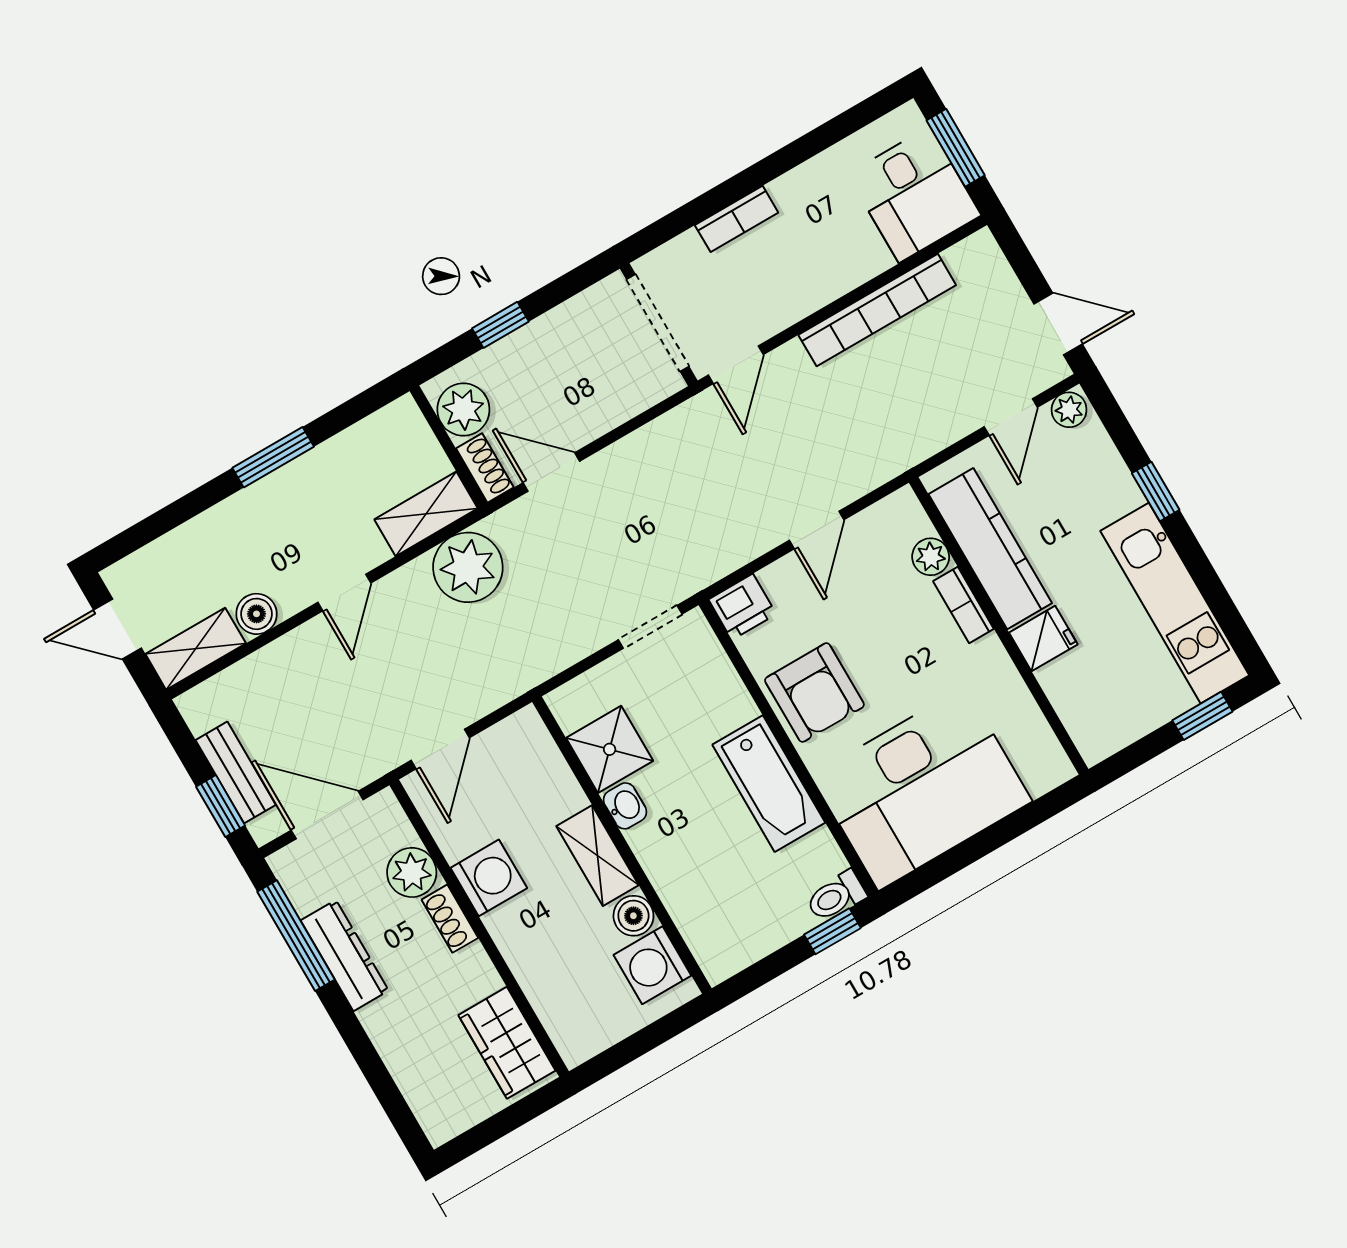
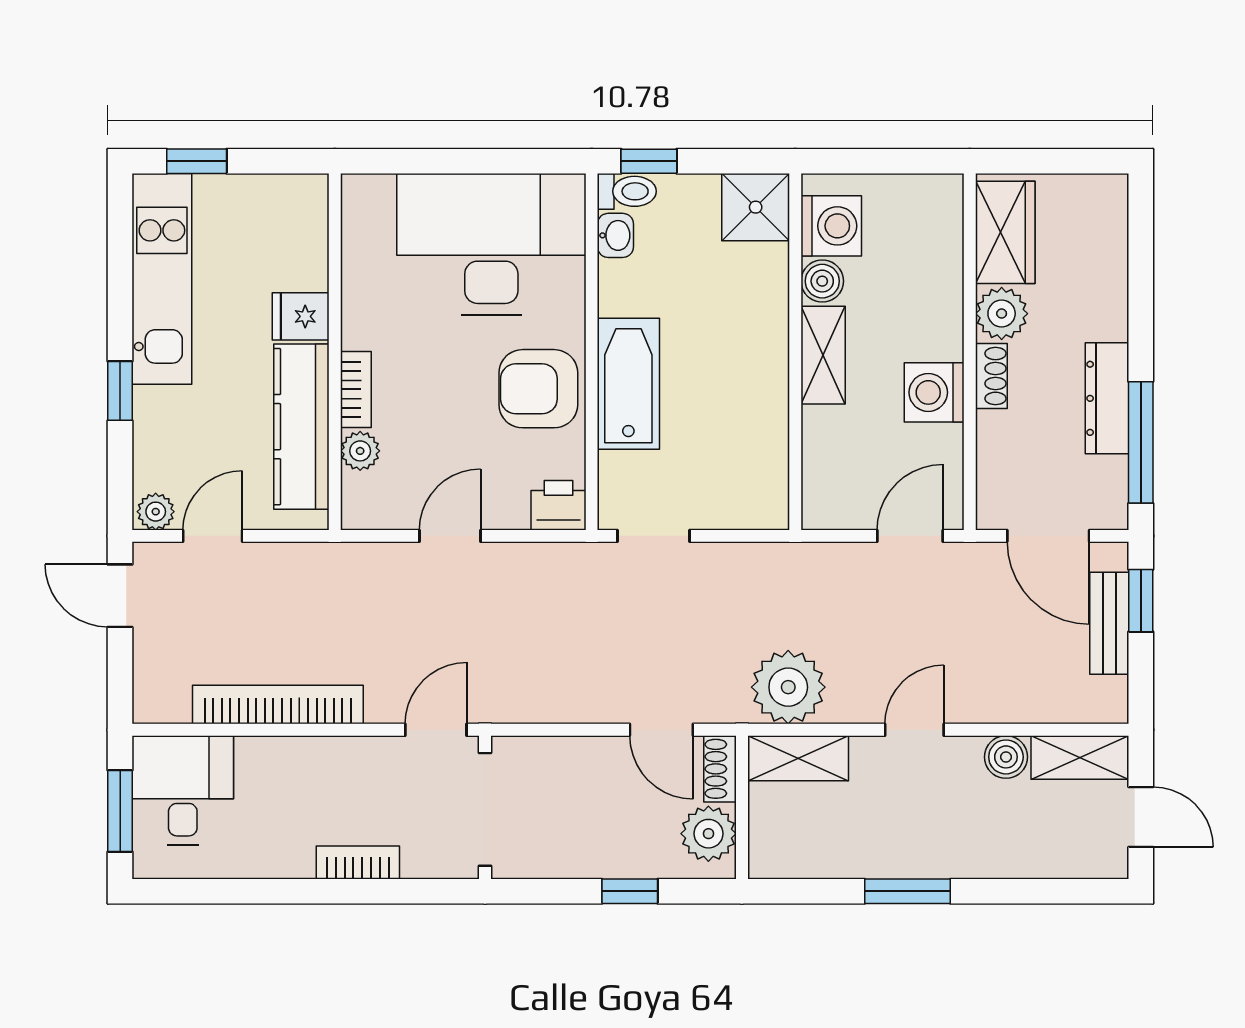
armchair: (814, 692) -> (538, 389), turned -90
shower: (610, 749) -> (756, 207), moved
bathtub: (769, 784) -> (628, 384), moved
washbasin: (625, 806) -> (615, 235), moved, turned 180
plant: (412, 872) -> (1002, 314), moved

